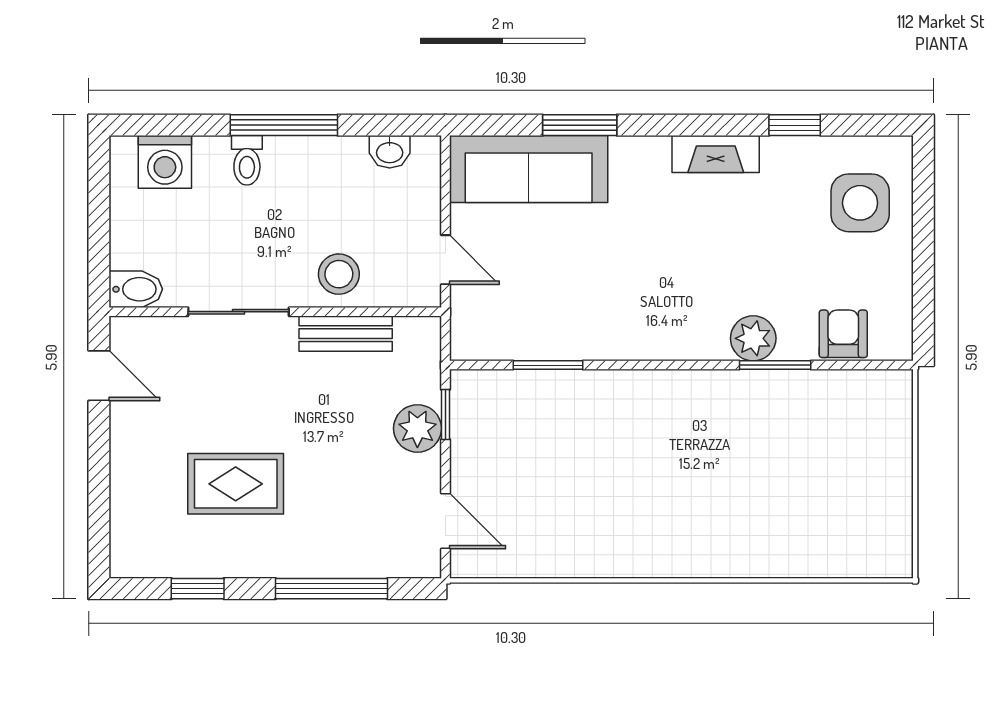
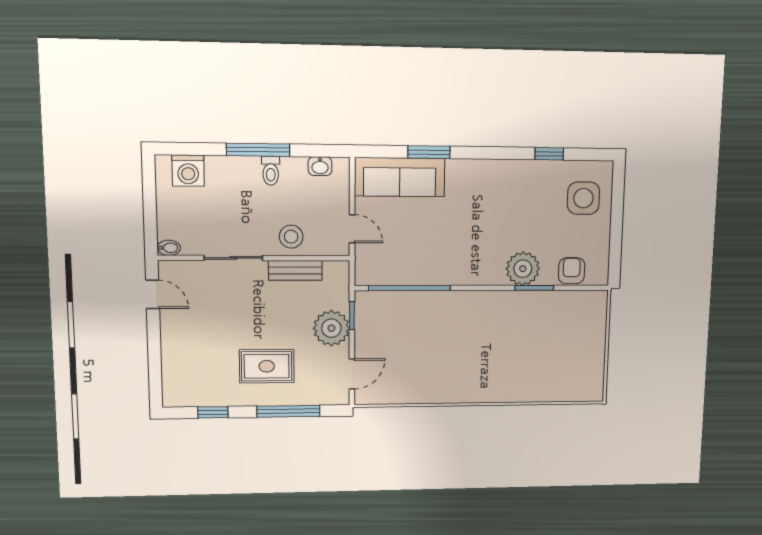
fireplace: (716, 154) -> (505, 170), removed
toilet: (247, 160) -> (271, 171), moved
bidet: (136, 289) -> (169, 248), width x0.72, depth x0.74
plant: (753, 338) -> (523, 269), width x1.36, depth x1.36
window: (548, 365) -> (409, 288), width x2.11
plant: (417, 428) -> (331, 328), width x1.36, depth x1.36
rug: (236, 484) -> (267, 366), moved
door: (445, 521) -> (352, 374), hinge flipped

